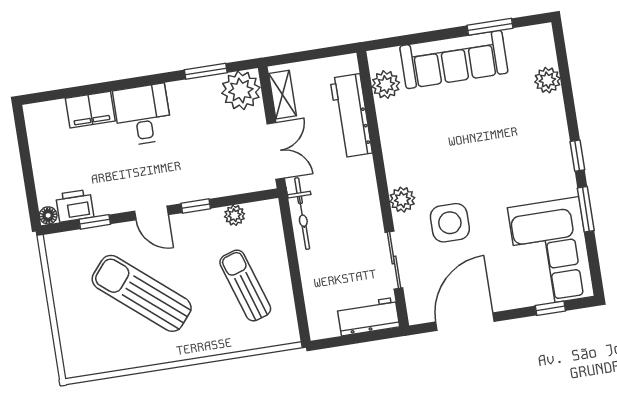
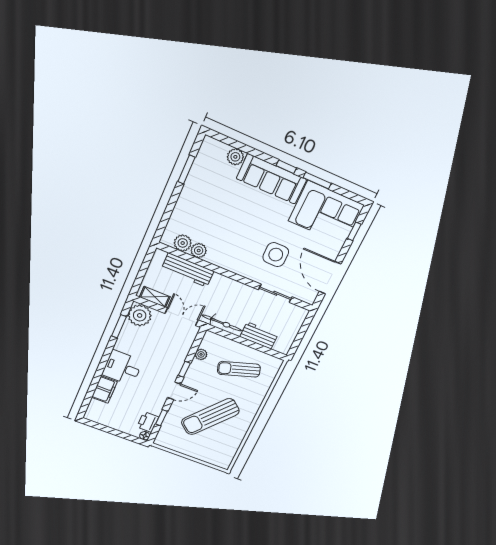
sofa: (454, 59) -> (271, 179), moved, turned 90
plant: (402, 200) -> (199, 251), moved
workbench: (368, 317) -> (259, 335), moved, turned 90

